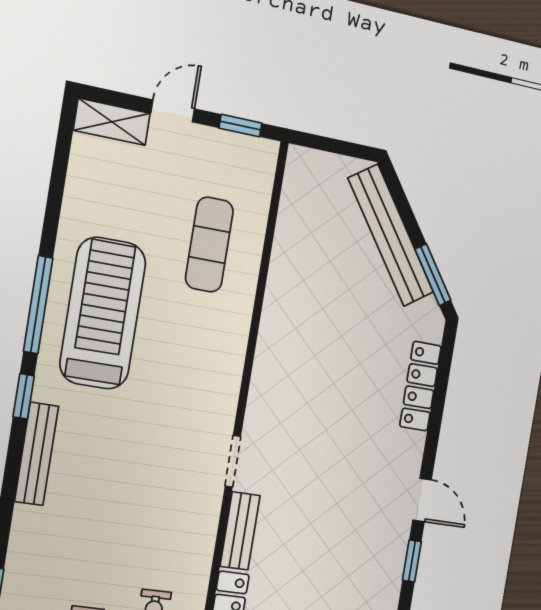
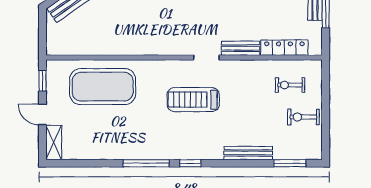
exercise mat: (209, 245) -> (103, 87), width x2.00, depth x1.45
treadmill: (103, 313) -> (193, 100), moved, width x0.73, depth x0.73
bench: (37, 454) -> (248, 153), moved

